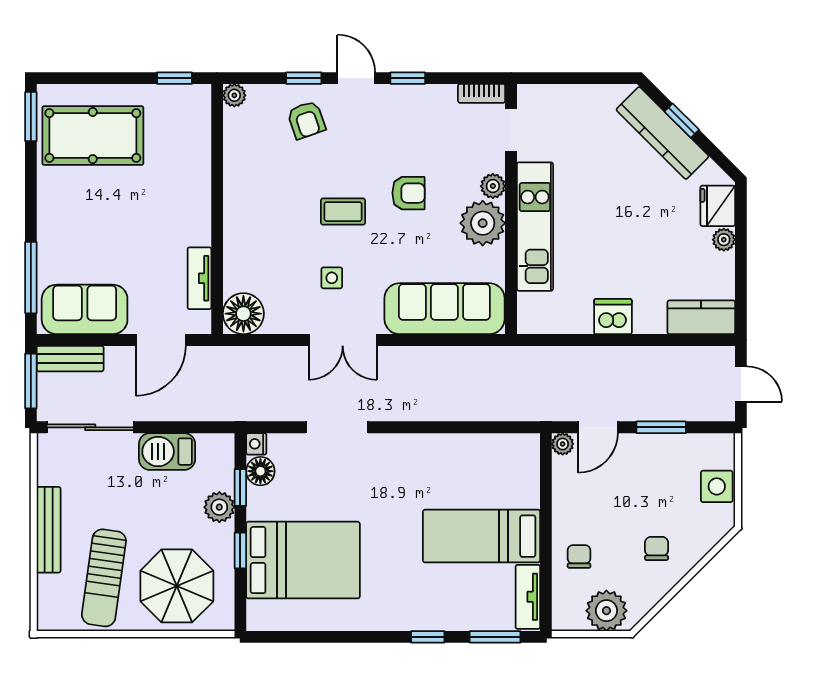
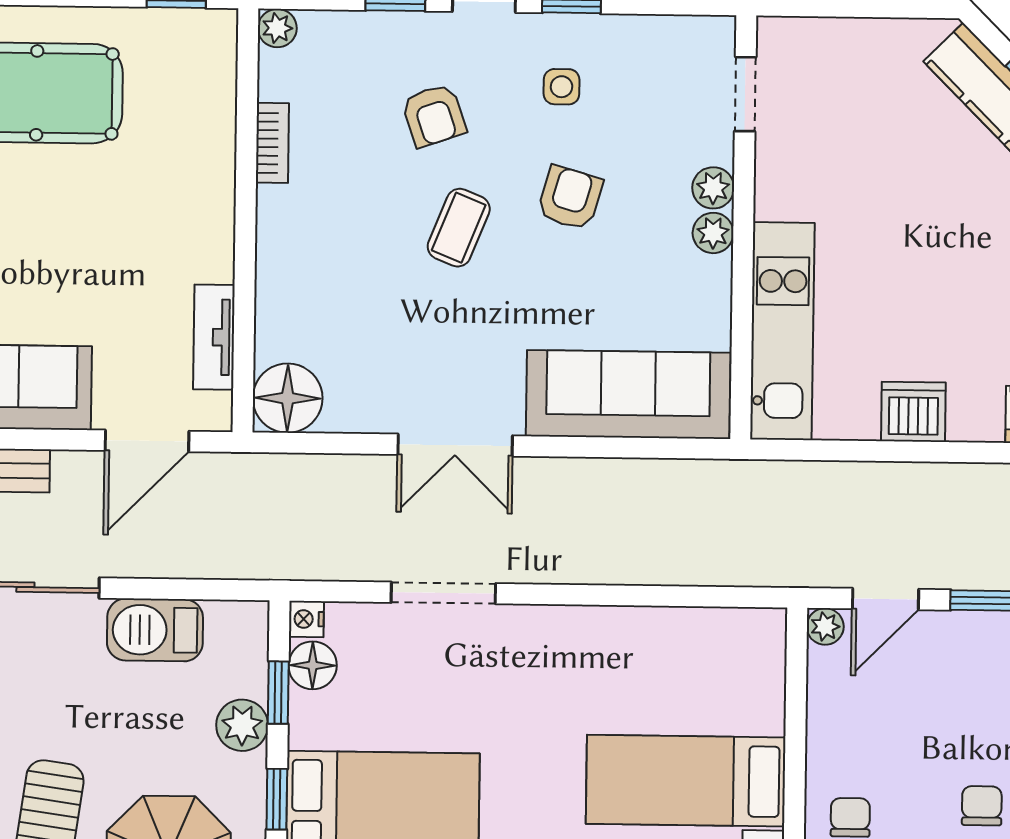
bookcase: (482, 93) -> (272, 143), moved, turned -90
armchair: (306, 120) -> (434, 115), moved
armchair: (408, 193) -> (570, 198), turned -74
coffee table: (343, 212) -> (459, 228), turned -68
plant: (483, 223) -> (713, 233), width x0.53, depth x0.53
kitchen unit: (535, 227) -> (782, 331), moved
side table: (332, 278) -> (562, 87), moved

